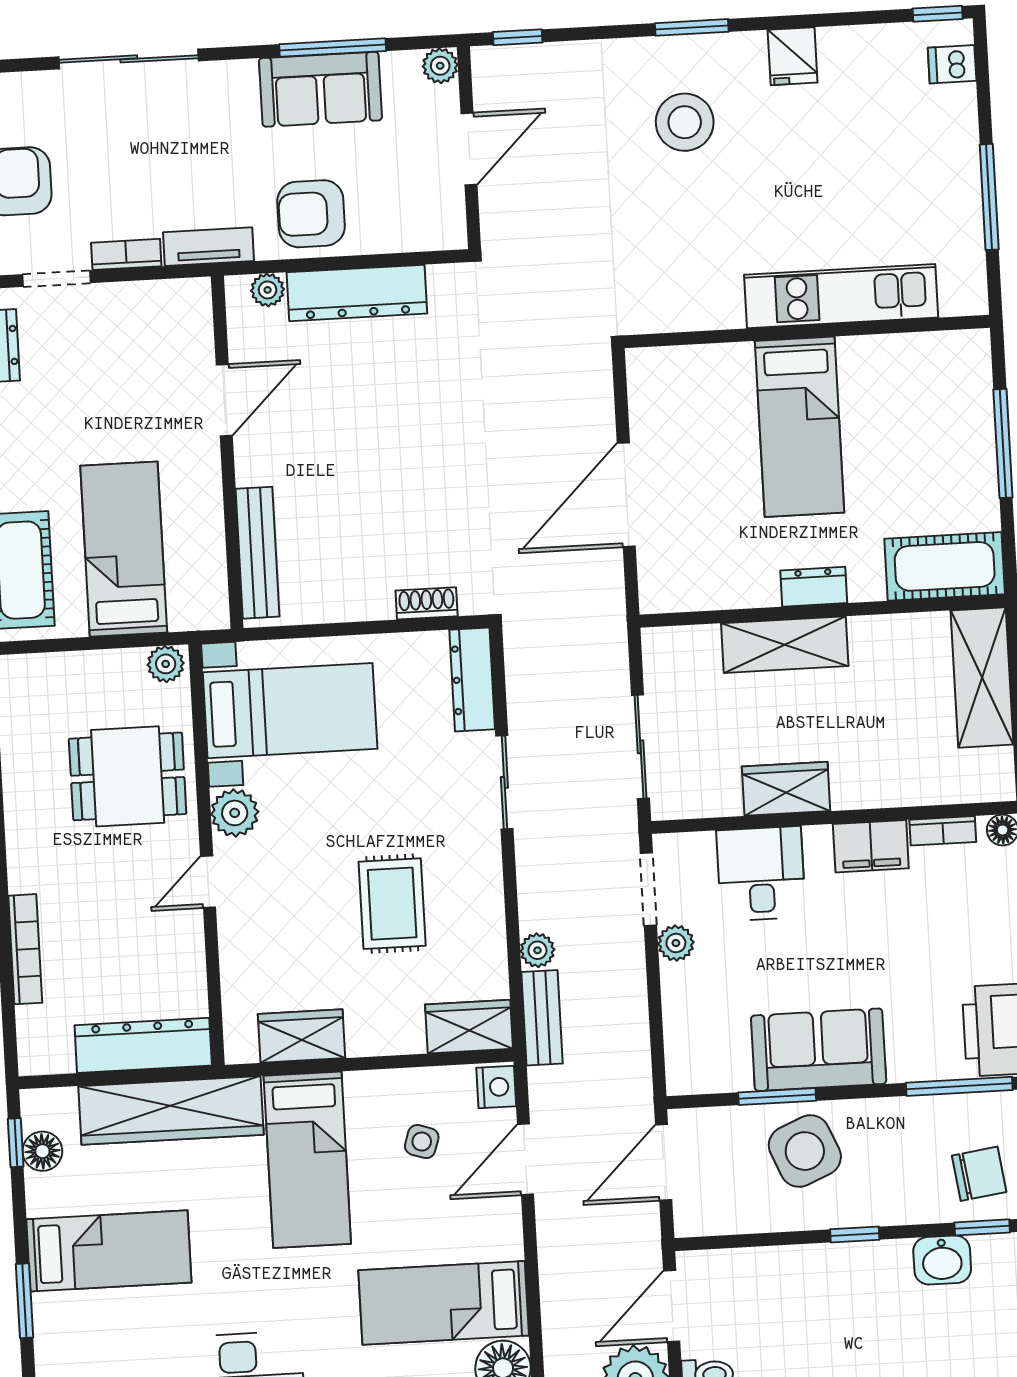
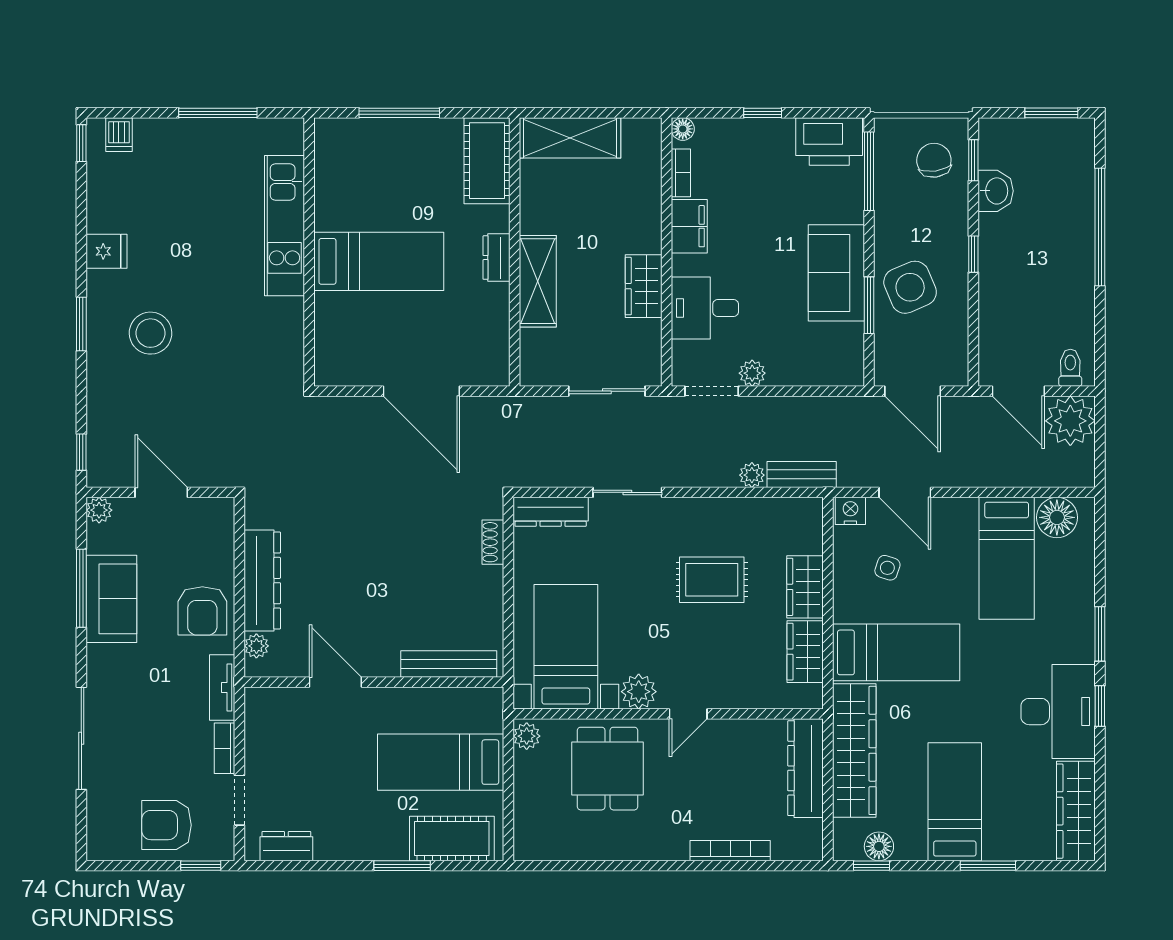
door: (208, 882) -> (688, 714), hinge flipped
wardrobe: (469, 1027) -> (805, 587), moved

